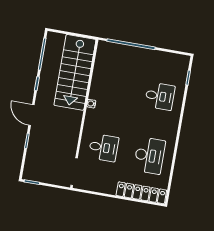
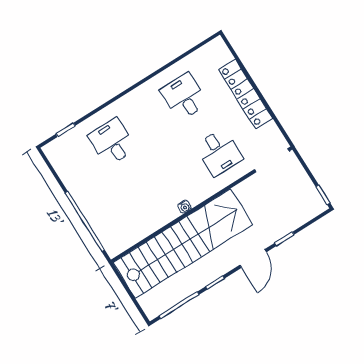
stairs: (75, 72) -> (183, 244), width x1.36
desk: (104, 148) -> (219, 152), turned 180
desk: (149, 156) -> (184, 97), width x0.73
locker: (141, 193) -> (246, 94), moved

